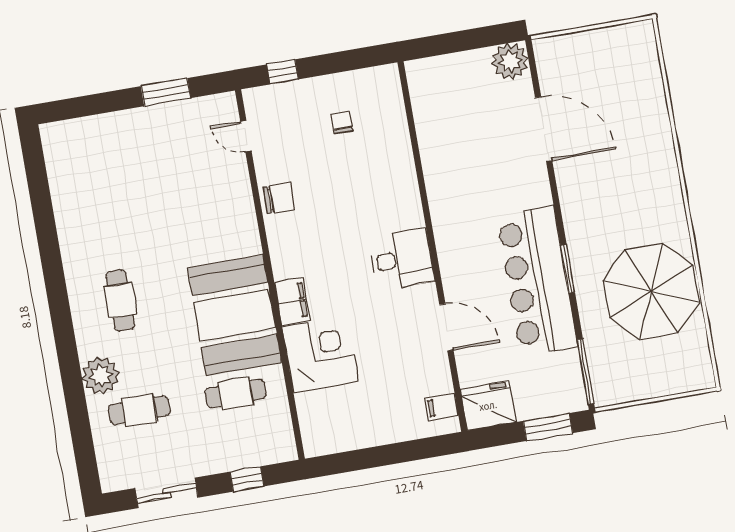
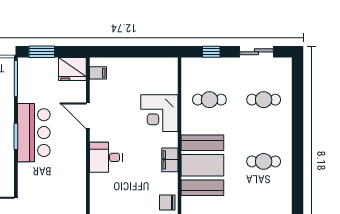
bar counter: (537, 281) -> (34, 133), width x0.73
cafe table: (120, 300) -> (264, 161), turned 90
filing cabinet: (292, 301) -> (170, 160), moved
booth: (235, 315) -> (202, 165), moved
plant: (101, 376) -> (281, 122), removed

